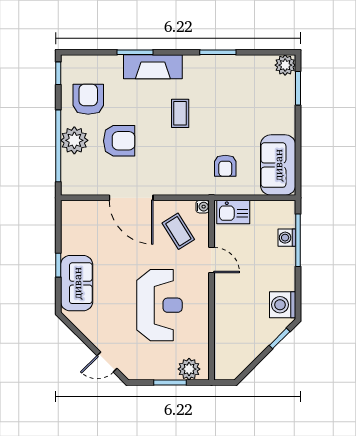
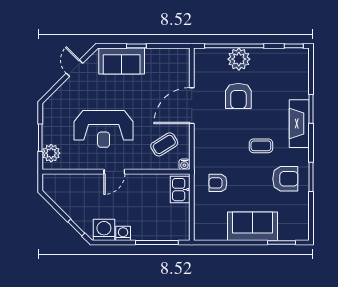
plant: (285, 65) -> (301, 232), removed
armchair: (88, 99) -> (285, 179), moved
sofa: (278, 165) -> (253, 226), moved
washing machine: (287, 238) -> (123, 233), moved
door: (211, 260) -> (114, 172), moved
door: (107, 362) -> (75, 68), moved

